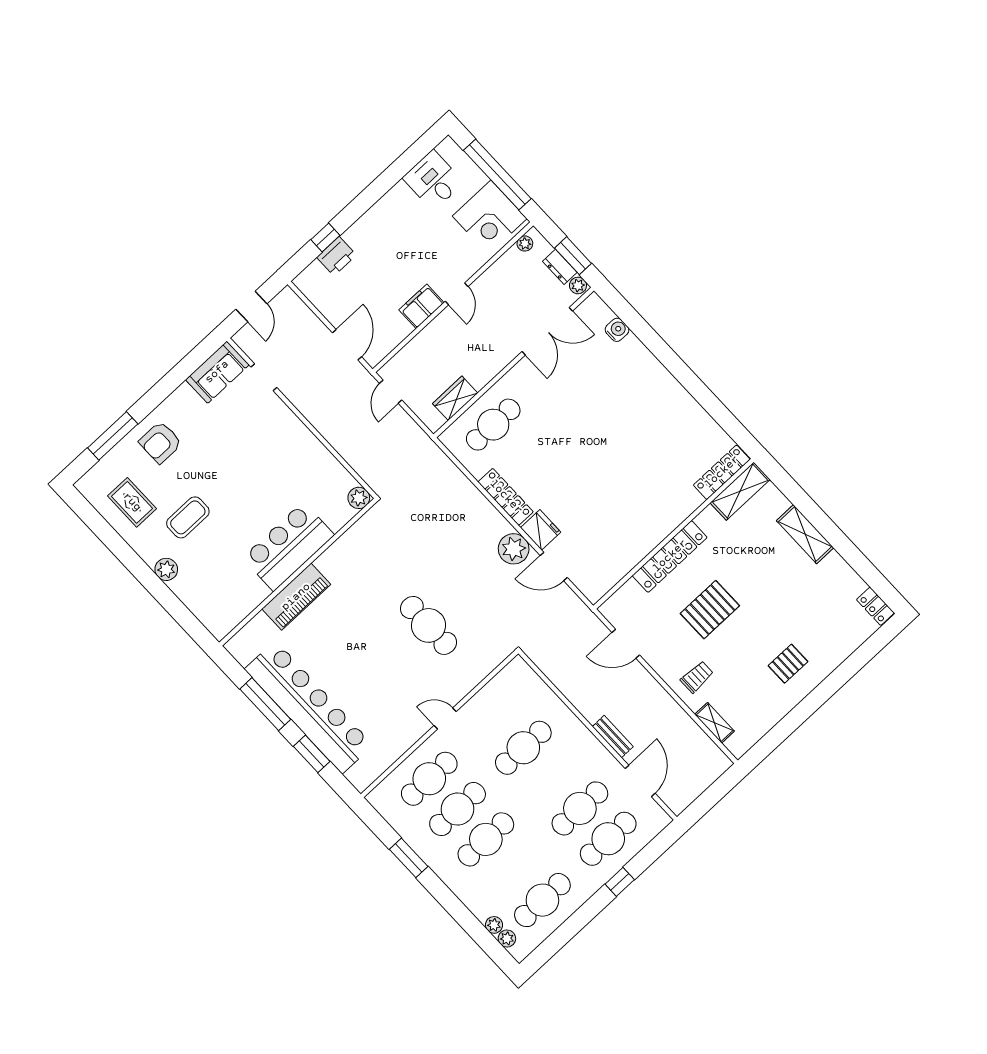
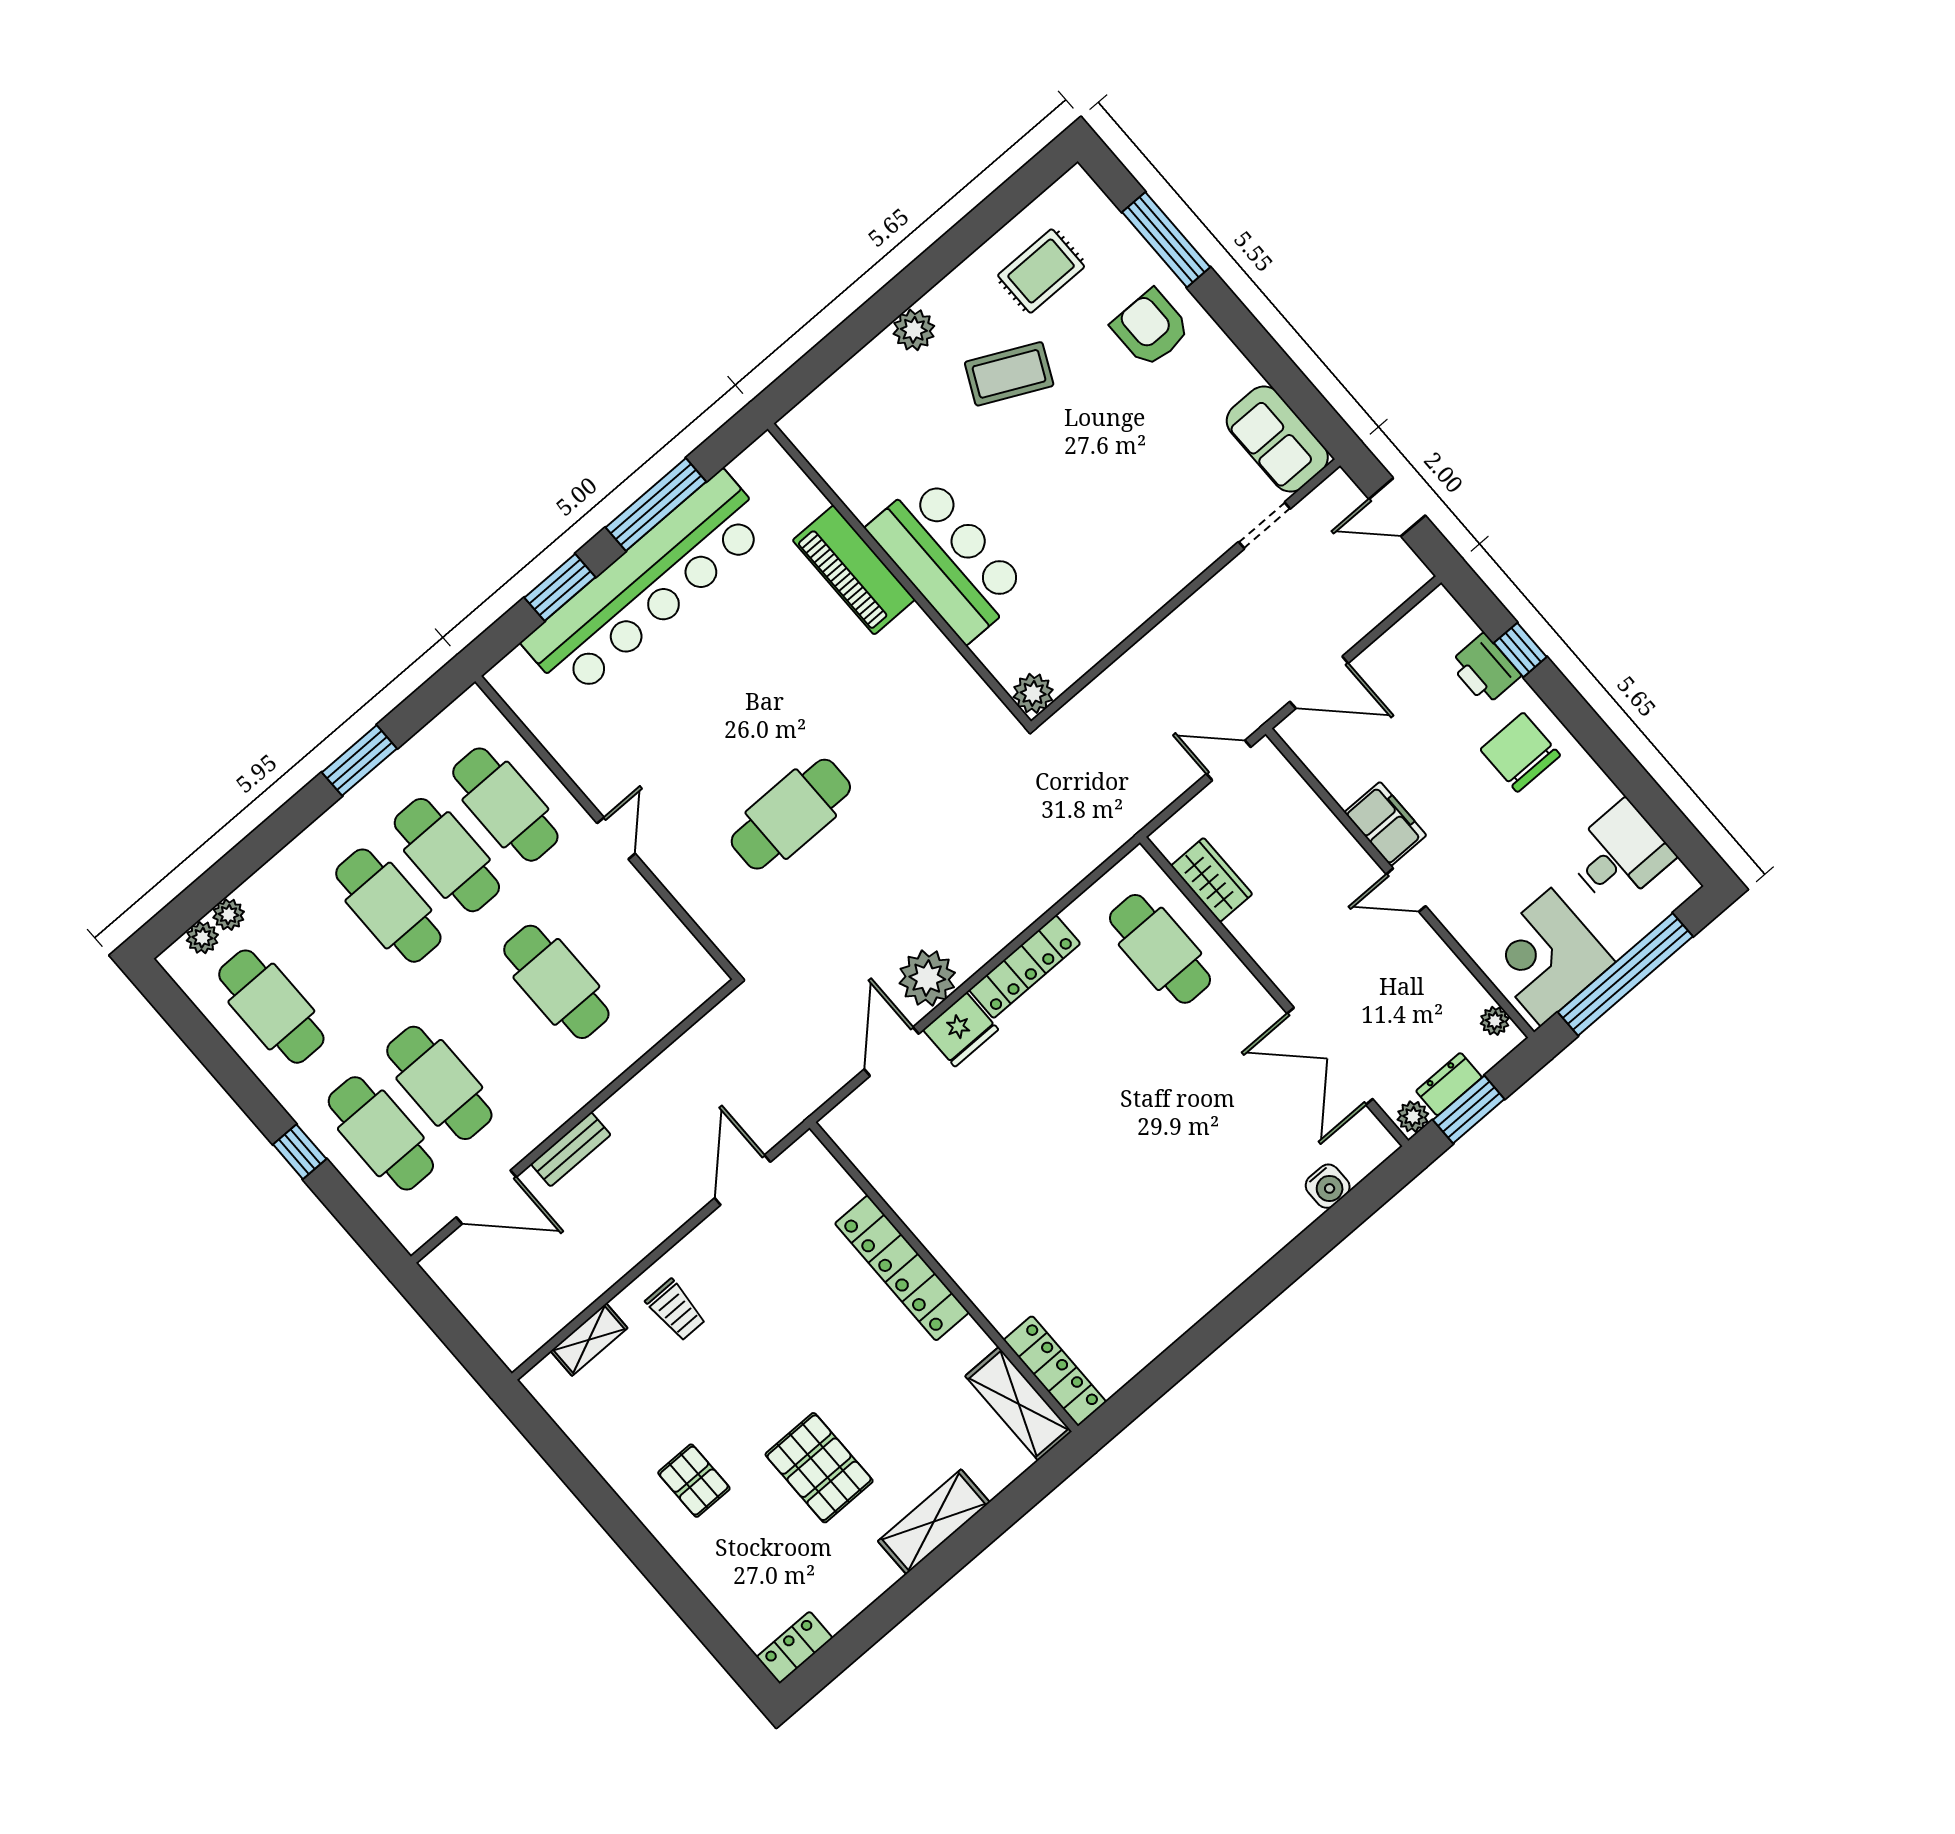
chair: (380, 235) -> (1520, 752), added
coffee table: (188, 517) -> (1009, 374), turned -64
pallet: (710, 610) -> (819, 1468), moved

